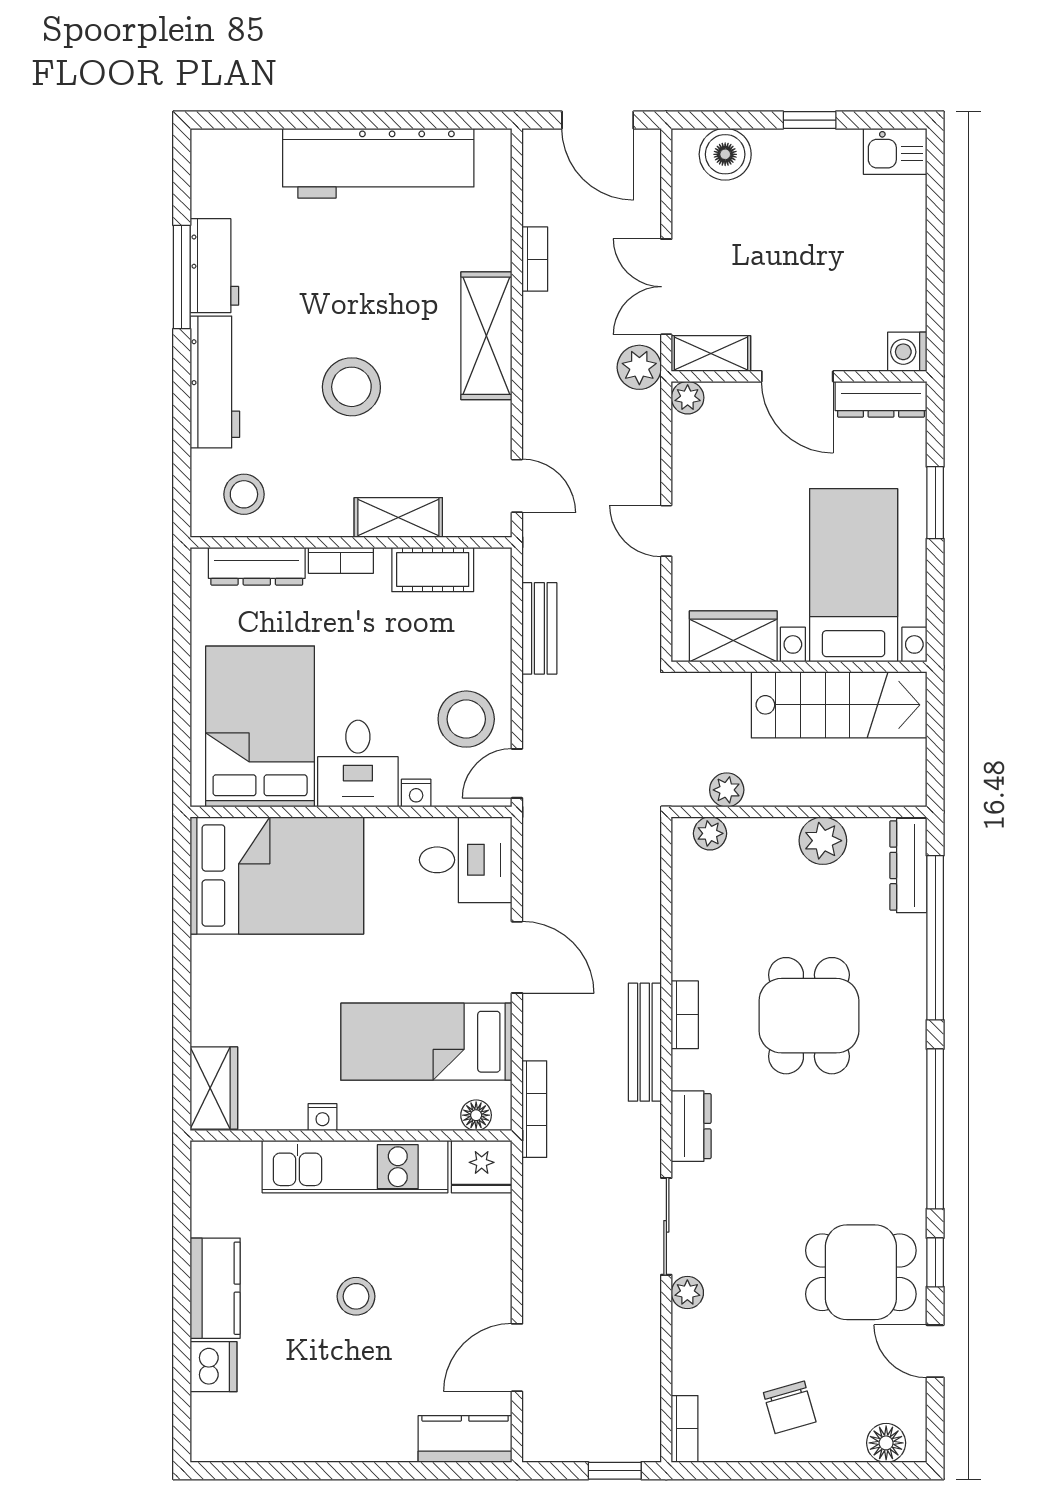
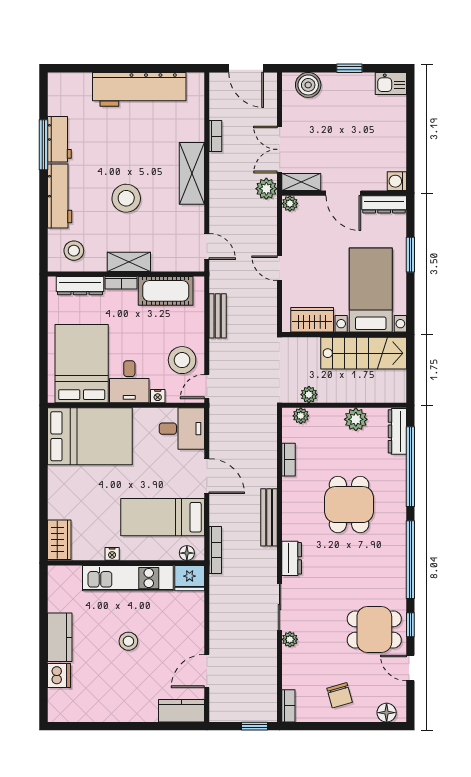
shelving: (398, 517) -> (129, 262), moved
cot: (433, 570) -> (166, 291), width x1.37, depth x1.34
bookcase: (685, 1015) -> (289, 460), moved

